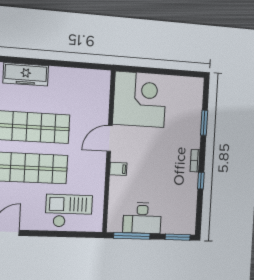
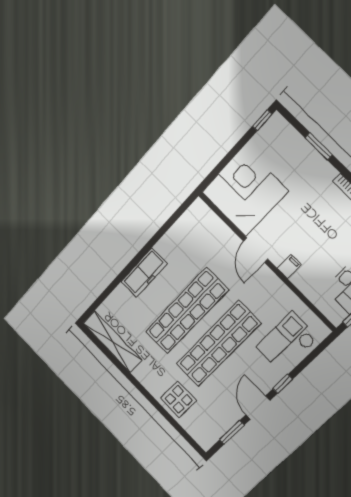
window: (191, 74) -> (262, 120), added
window: (39, 233) -> (283, 384), added

